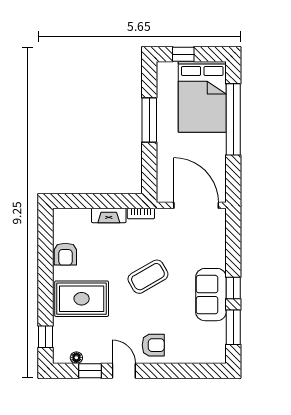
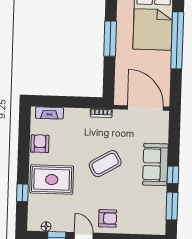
fireplace: (109, 215) -> (49, 113), moved
armchair: (65, 254) -> (40, 144), turned 180
sofa: (211, 295) -> (155, 164), moved
window: (45, 337) -> (22, 193), moved

